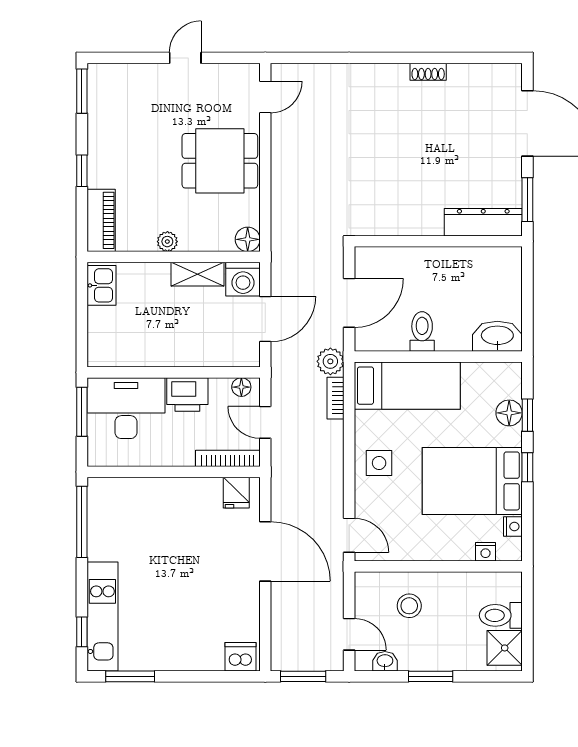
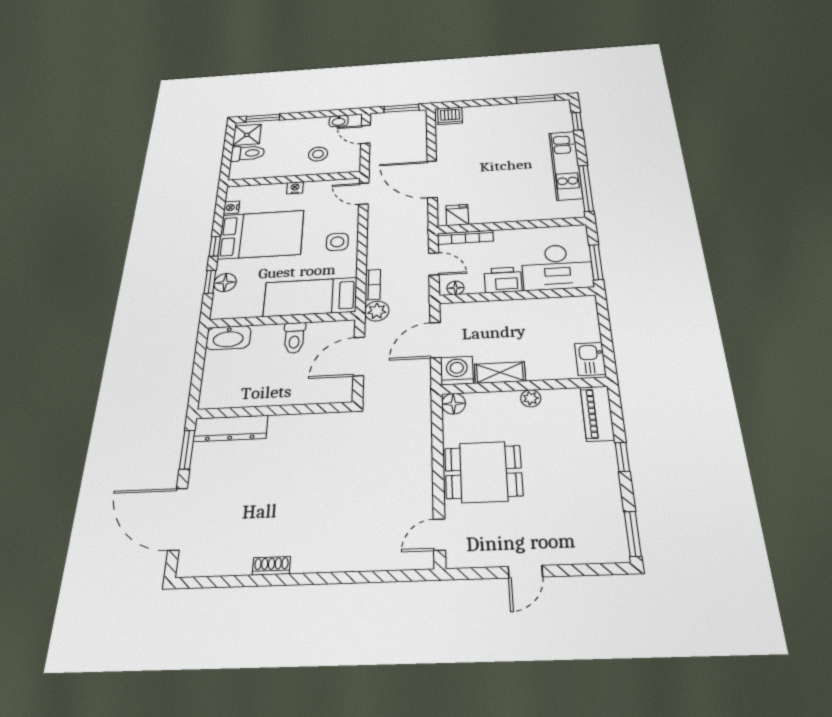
nightstand: (486, 552) -> (295, 188), moved
kitchen unit: (102, 616) -> (566, 165), moved
window: (431, 676) -> (263, 118), moved

